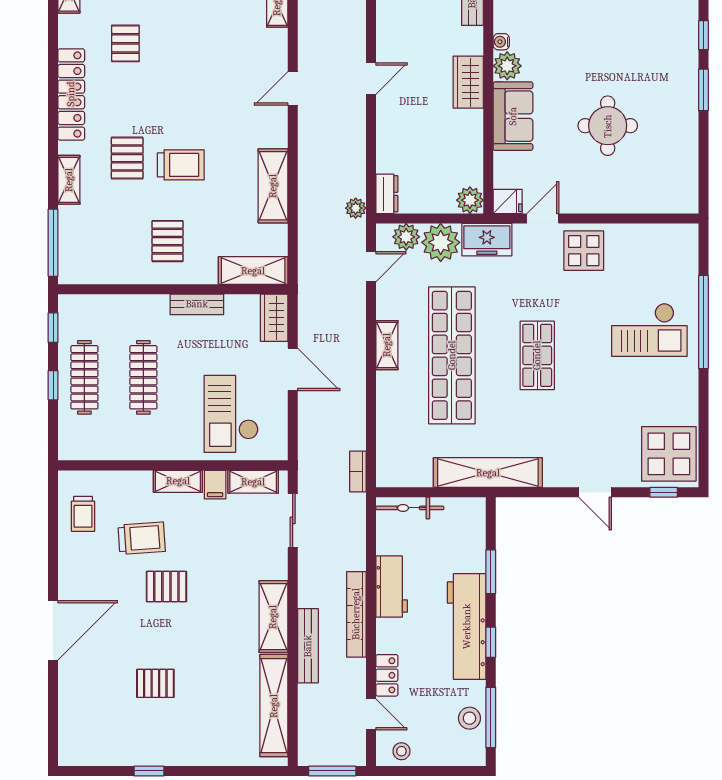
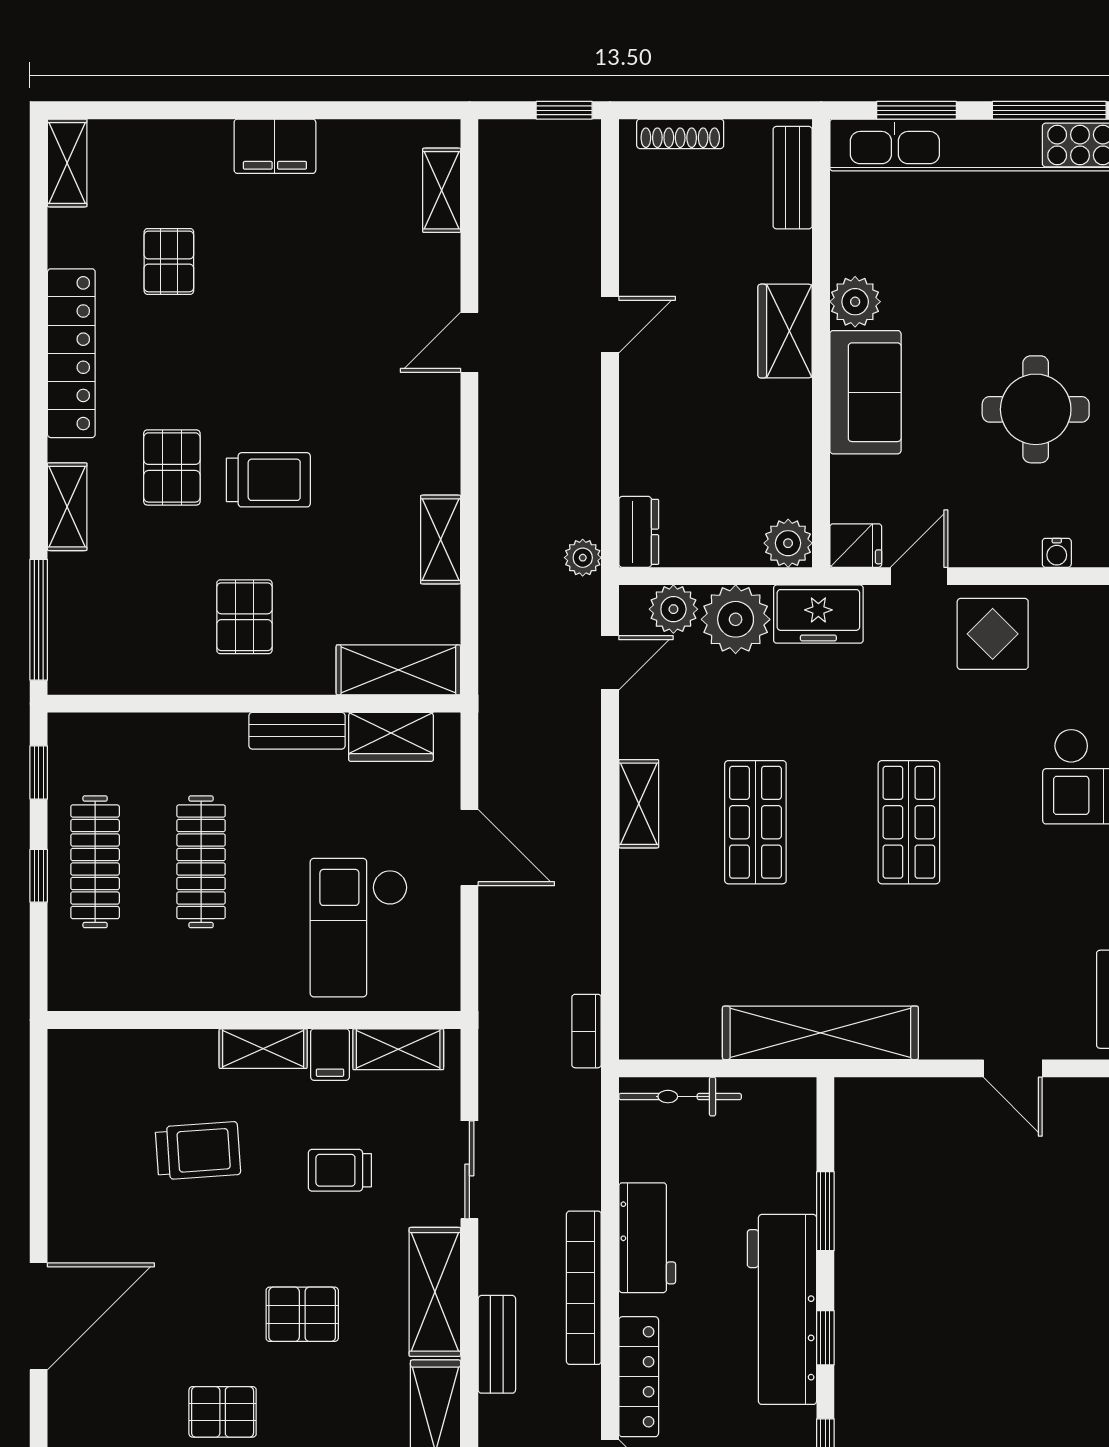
water cooler: (501, 42) -> (1057, 553), moved, turned -90
shelving: (273, 186) -> (441, 540), width x0.67, depth x0.75
wardrobe: (274, 318) -> (391, 737), moved, turned -90
shop shelf: (452, 355) -> (755, 822), width x0.50, depth x0.74
trolley: (83, 514) -> (340, 1170), moved, turned 90
sliding door: (293, 520) -> (469, 1170), moved
pallet: (166, 587) -> (302, 1314), moved
bench: (308, 646) -> (497, 1344), width x0.73
locker: (387, 675) -> (639, 1377), width x1.53

